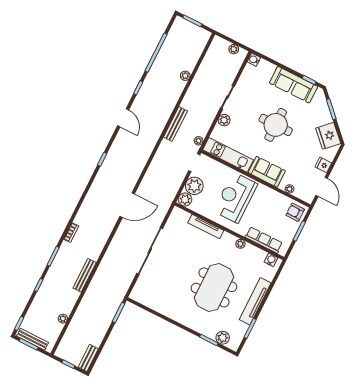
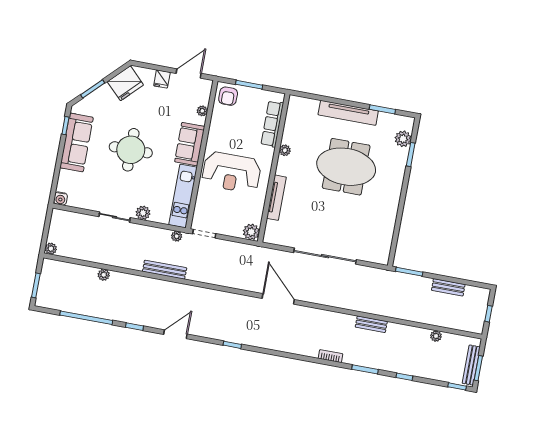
plant: (234, 49) -> (51, 249), moved
plant: (194, 186) -> (232, 226), removed
water cooler: (271, 260) -> (293, 108), removed
bench: (85, 275) -> (371, 324), width x0.73
bench: (88, 358) -> (448, 287), moved

